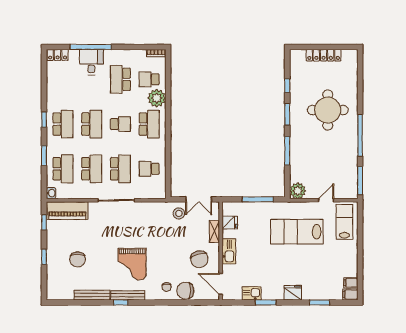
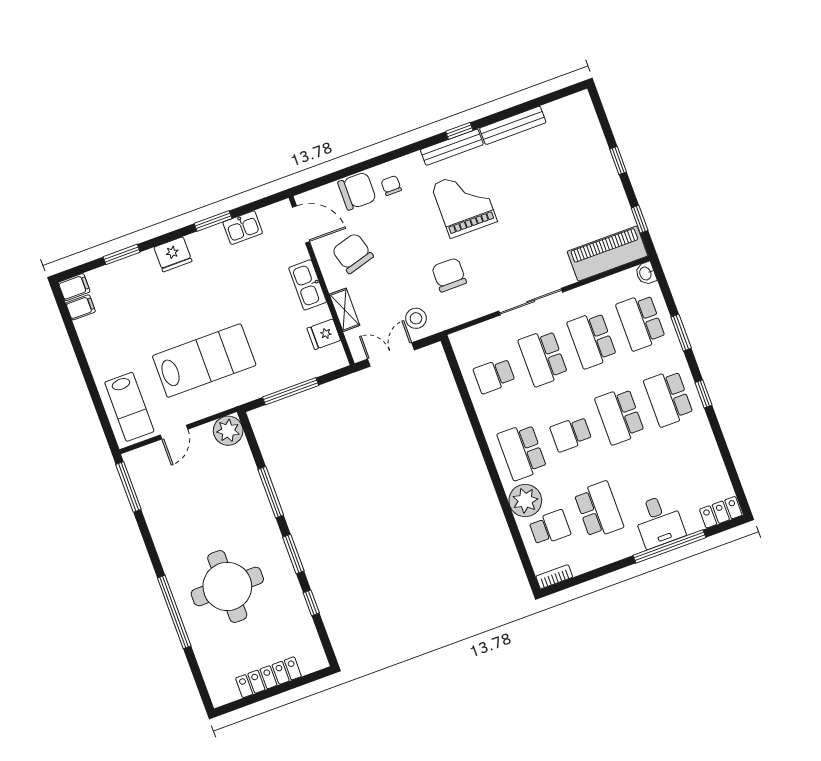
window: (360, 135) -> (174, 612), moved
school desk: (149, 169) -> (494, 376), turned 180
chair: (78, 259) -> (449, 275), moved

